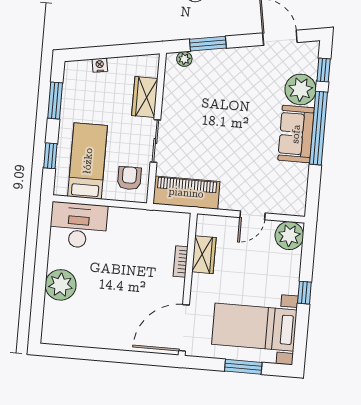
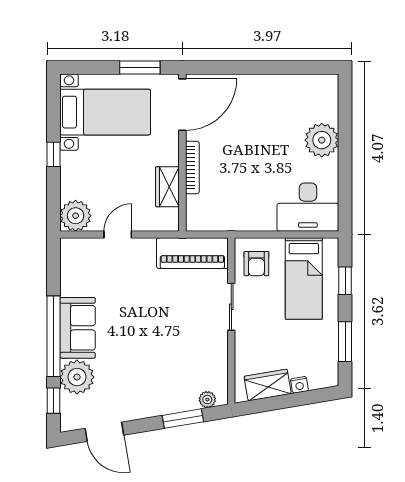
wardrobe: (145, 97) -> (268, 385), moved, turned -100
bookcase: (181, 262) -> (192, 168), width x1.56
window: (243, 367) -> (140, 67), moved

